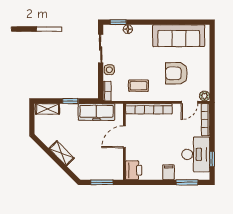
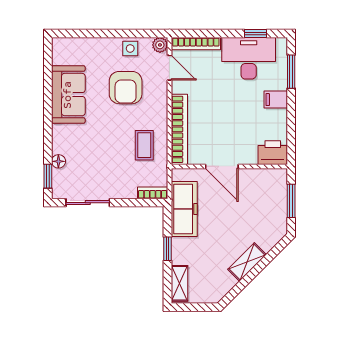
sofa: (179, 36) -> (68, 95), width x0.73
side table: (109, 70) -> (130, 48), moved

